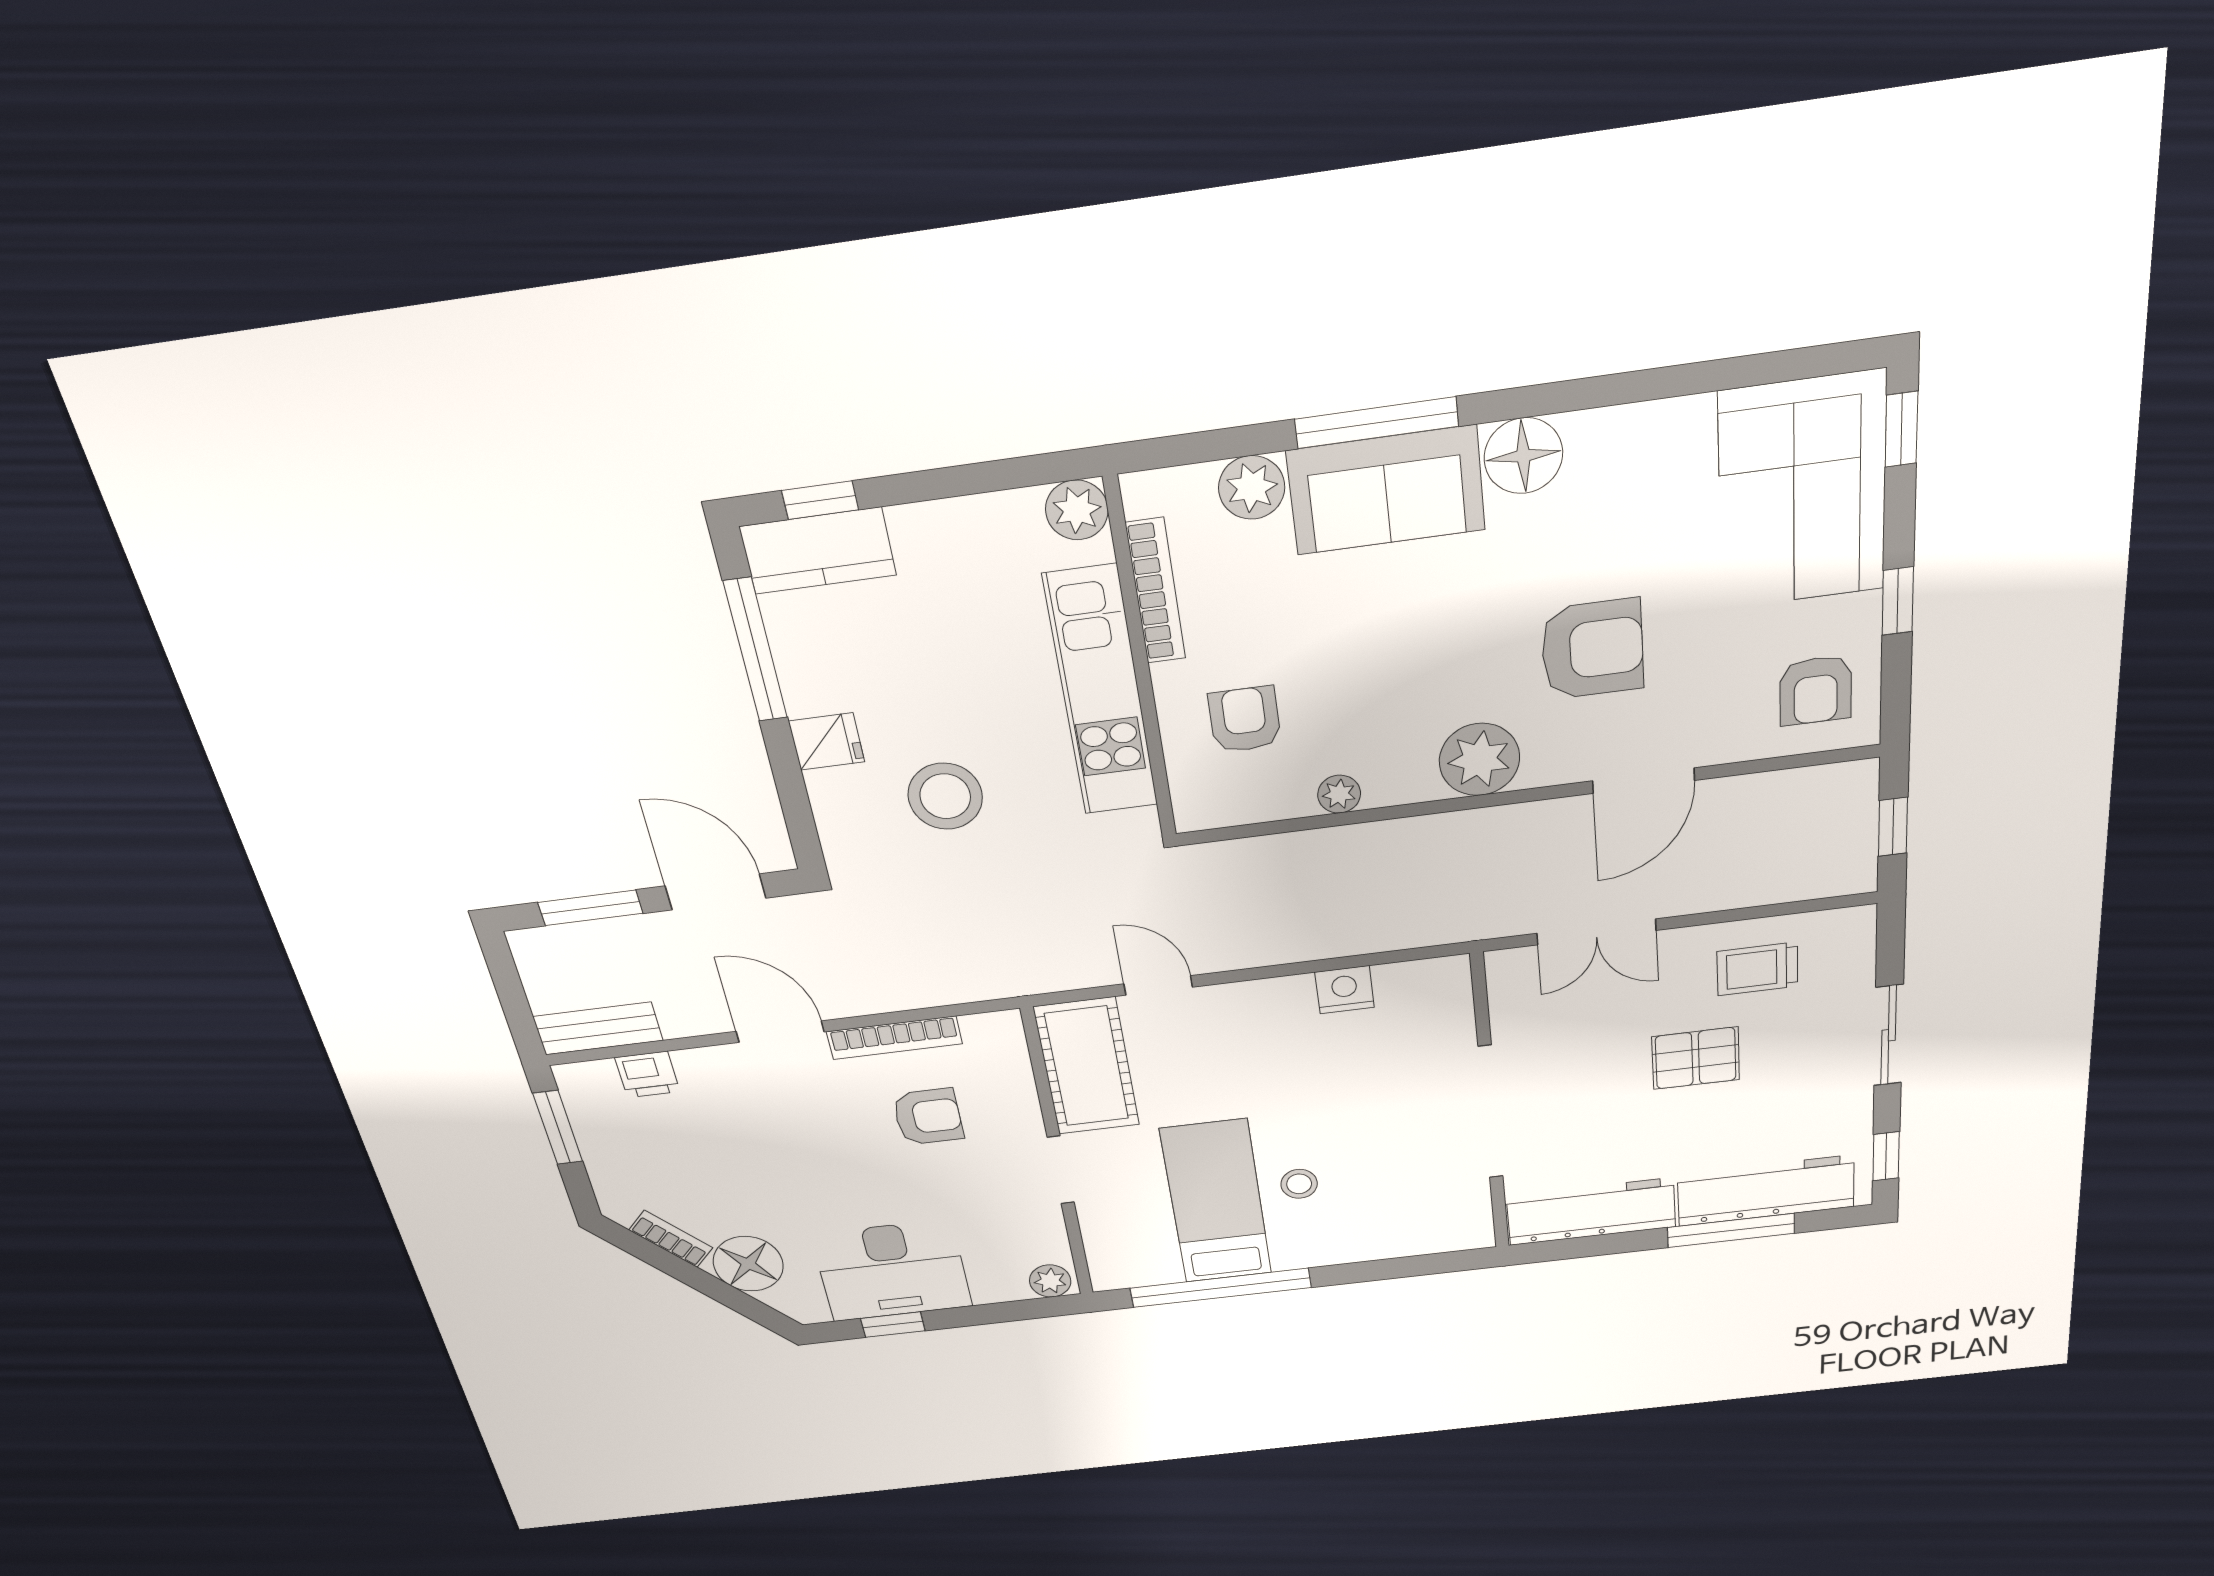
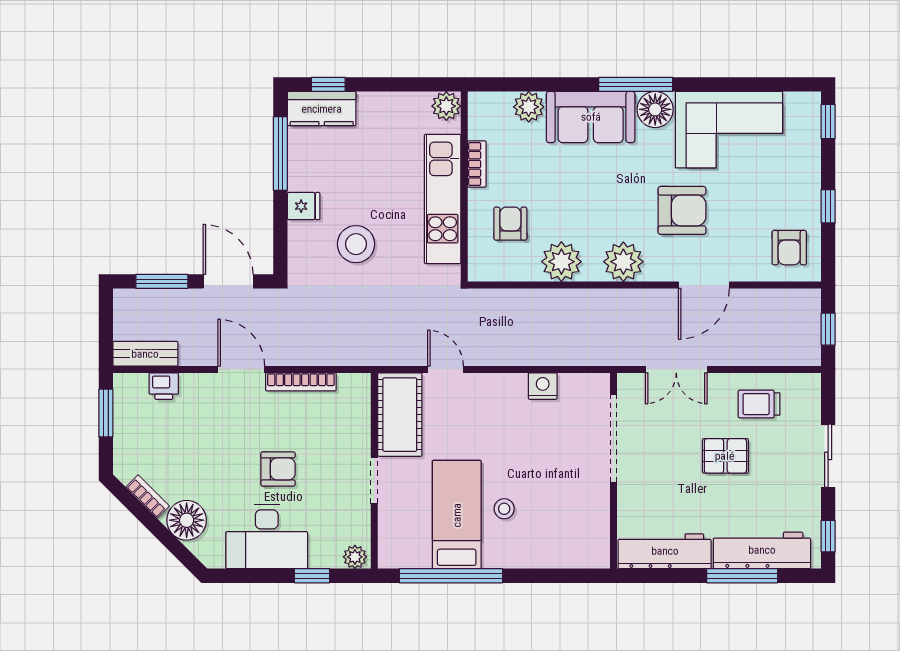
window: (1376, 423) -> (636, 84), moved
corner sofa: (1802, 491) -> (729, 130), moved, turned -90
bookcase: (1156, 591) -> (477, 164), width x0.64
plant: (1339, 794) -> (561, 262), width x1.88, depth x1.88
doorway: (1491, 1112) -> (613, 439), moved
armchair: (928, 1117) -> (278, 469), moved
window: (893, 1325) -> (312, 576), moved

